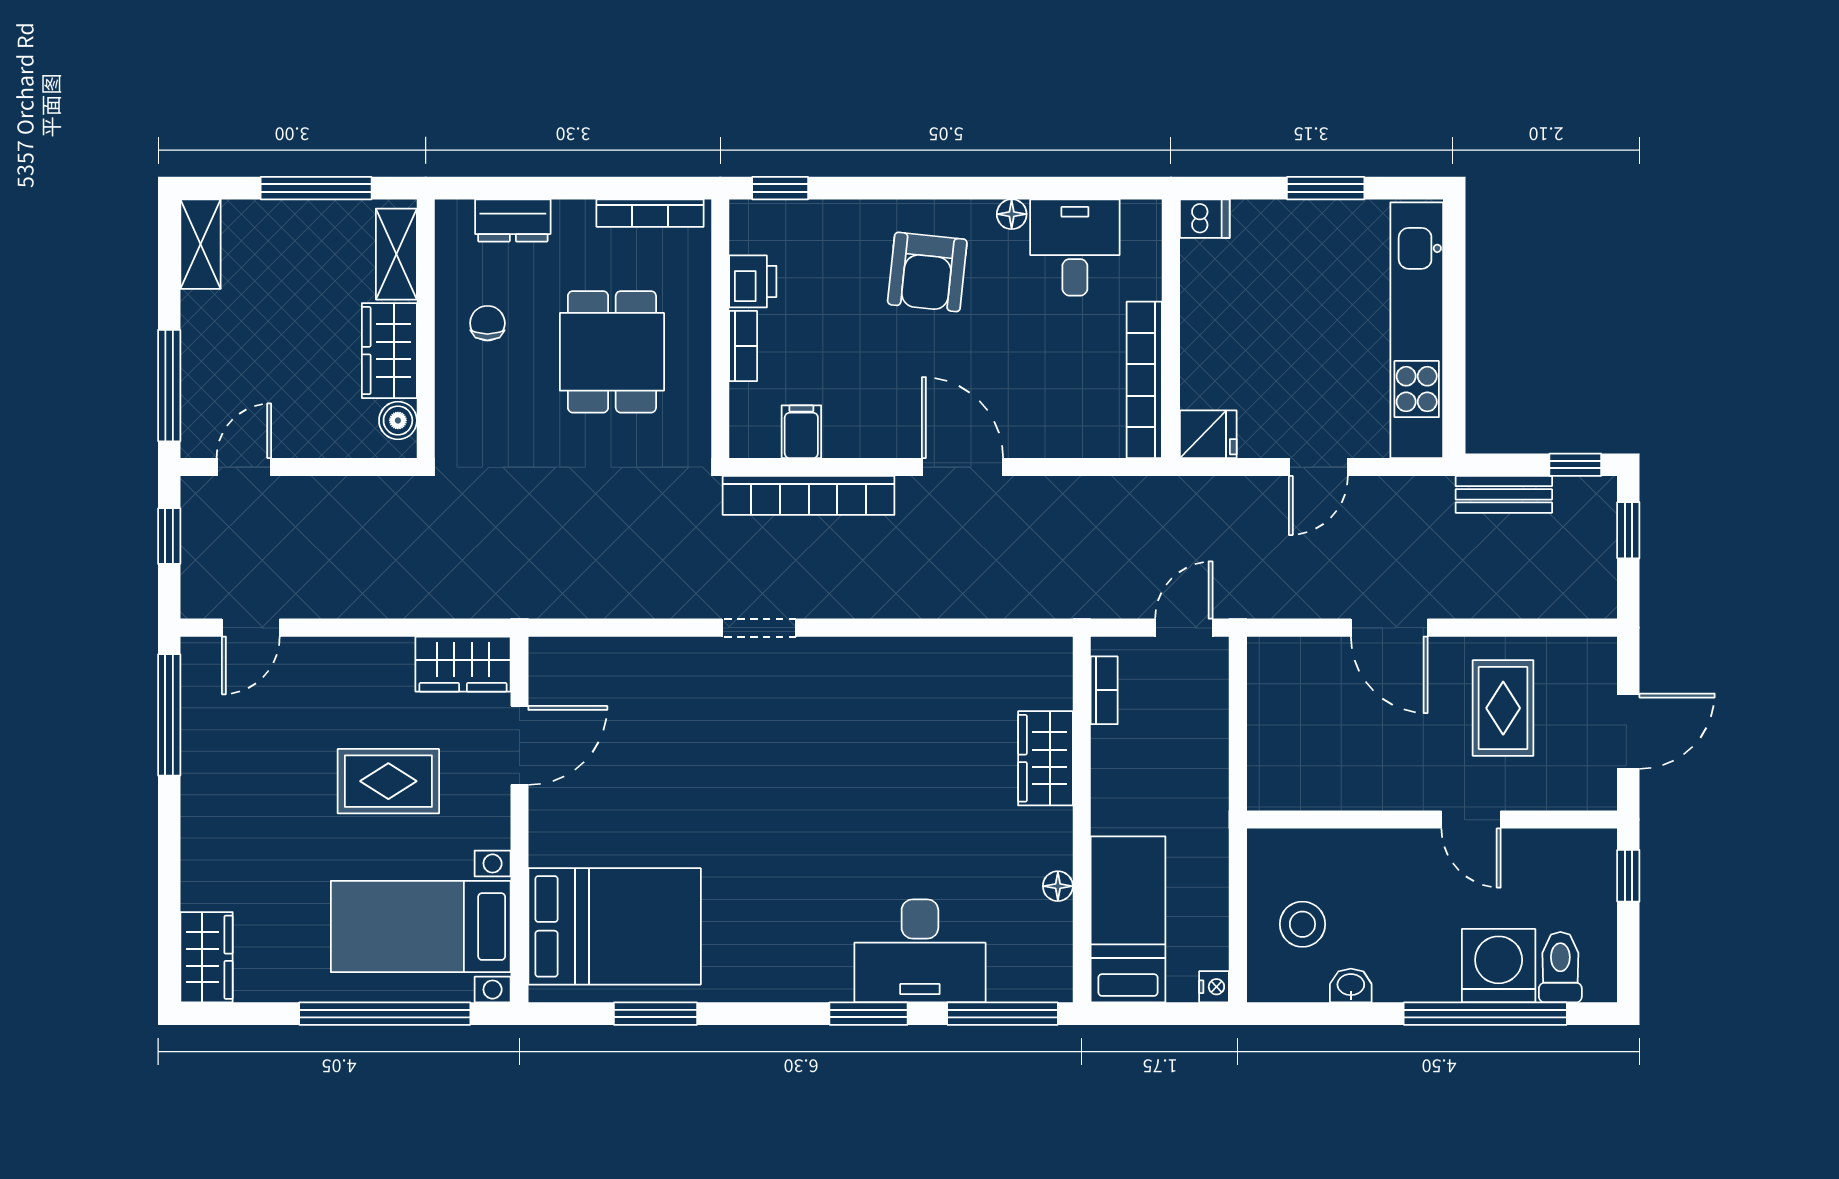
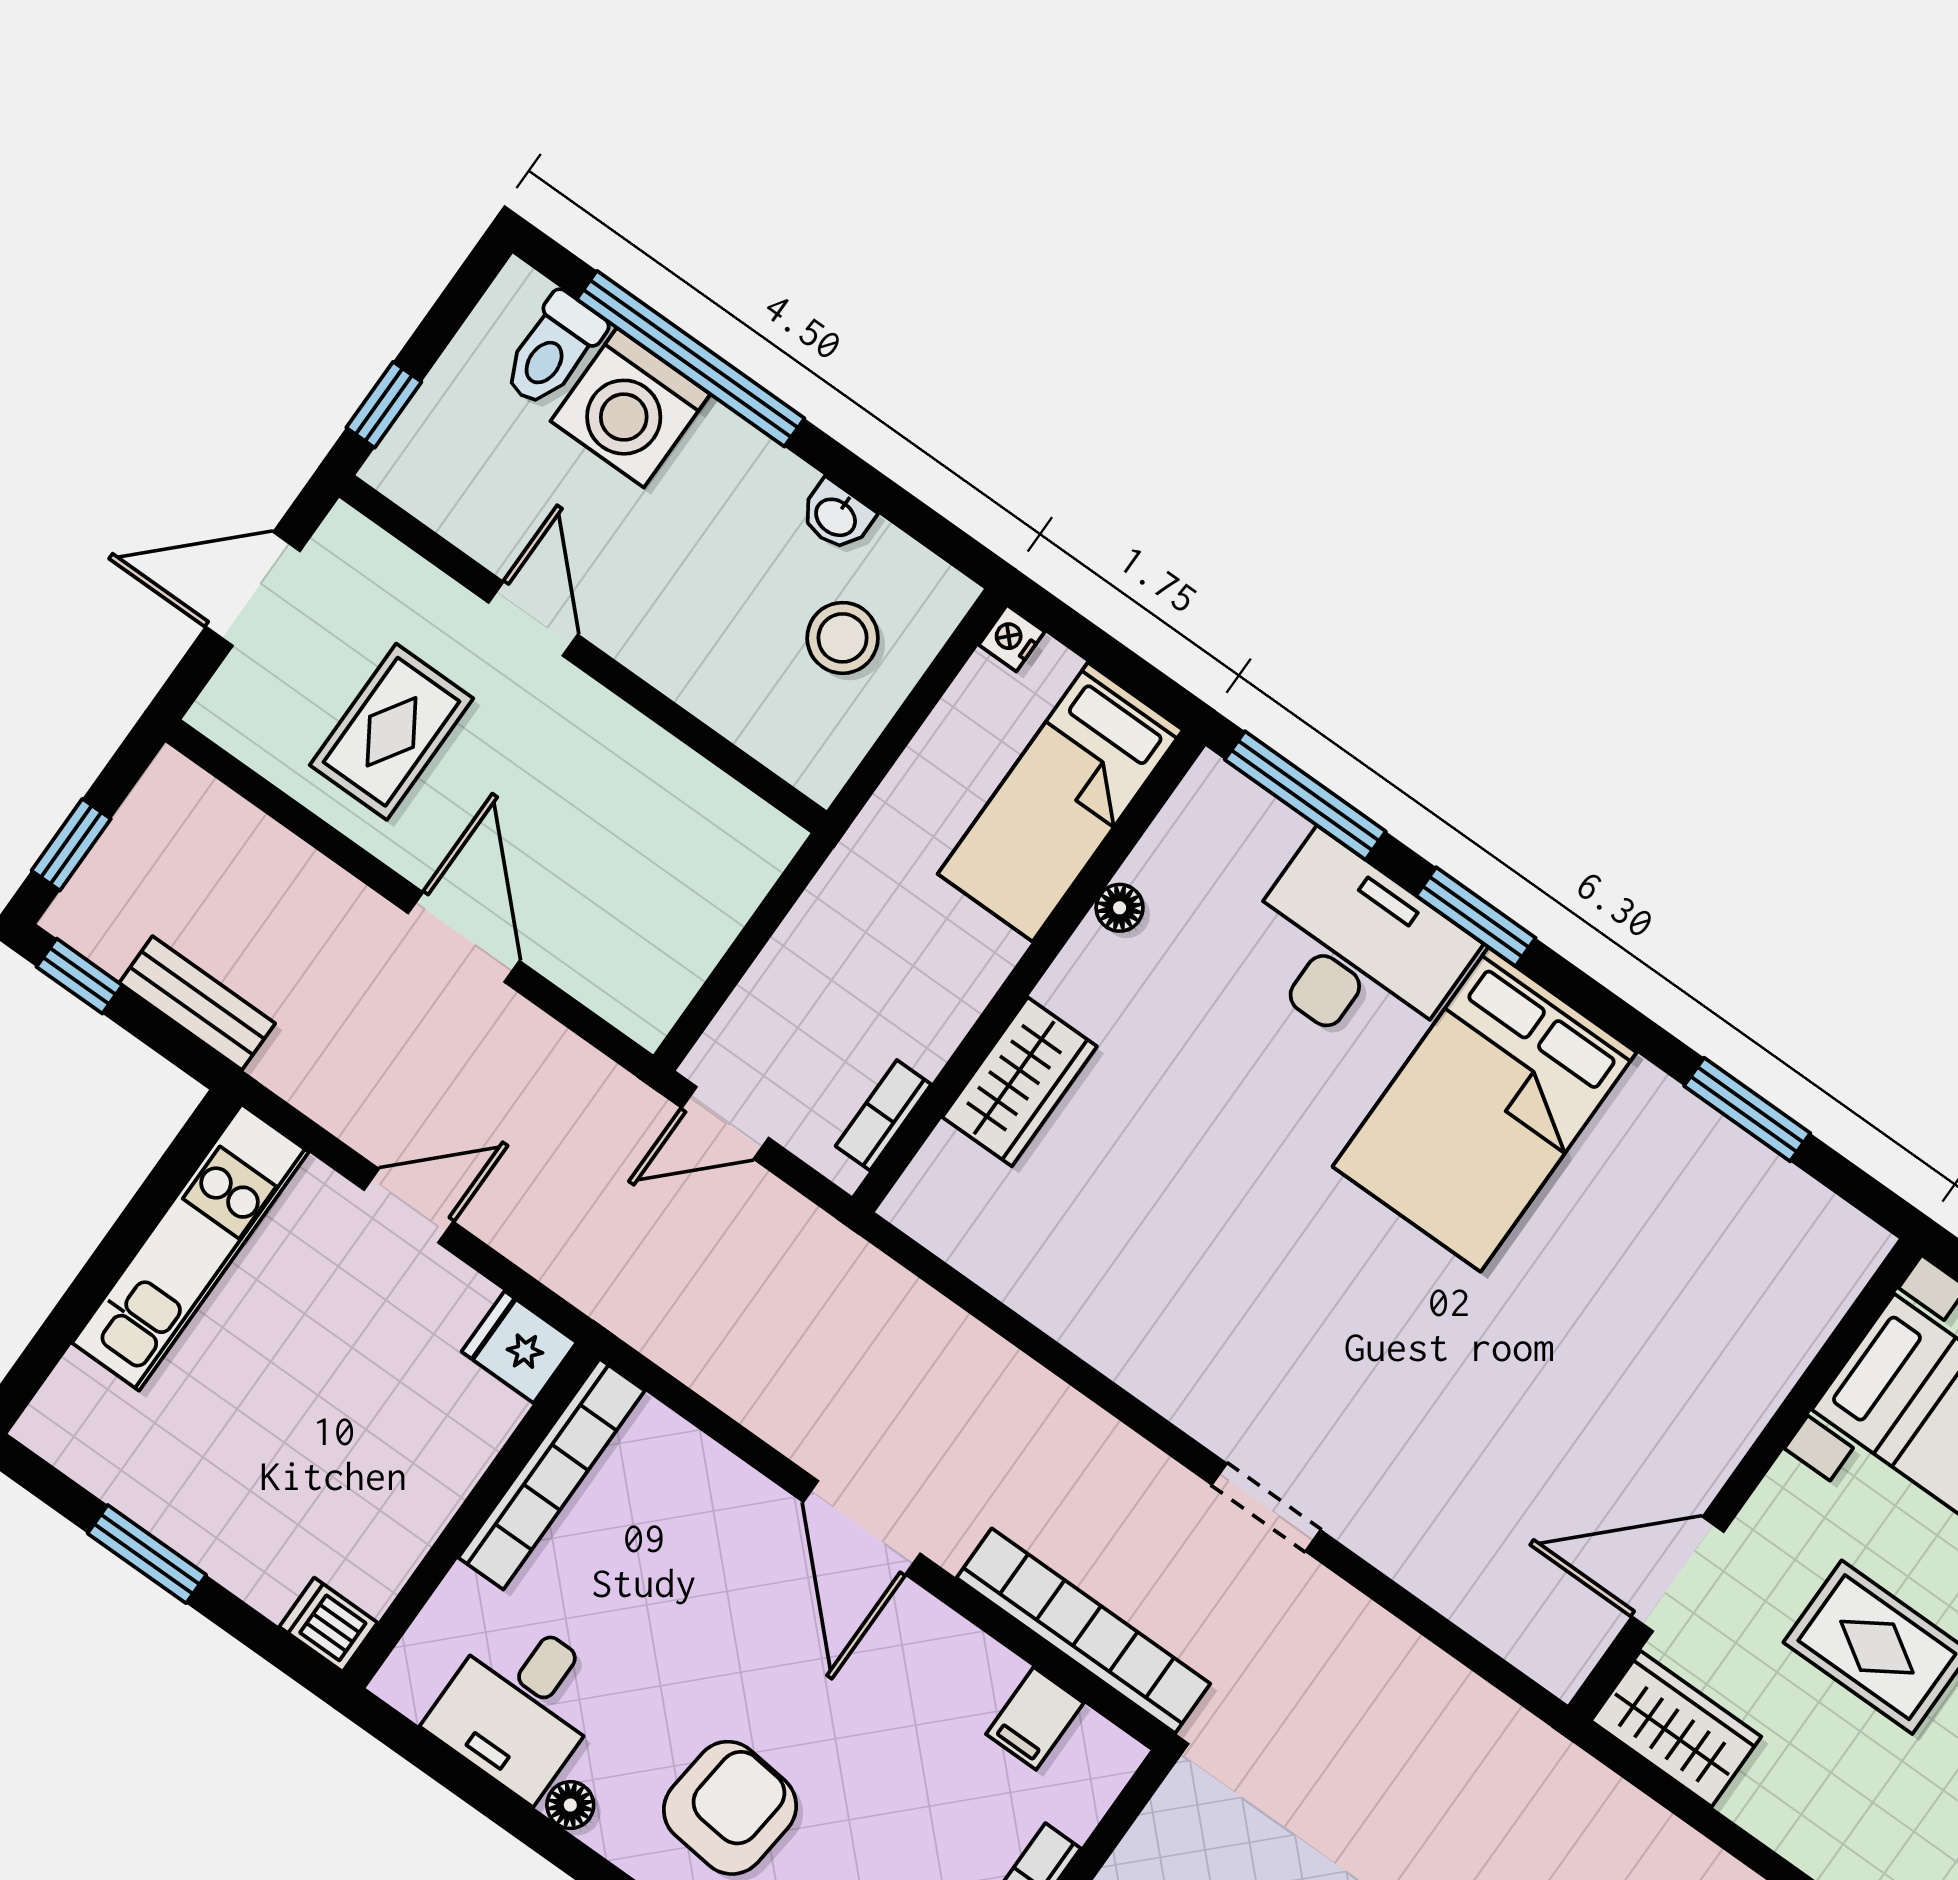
kitchen unit: (1417, 330) -> (190, 1247), width x0.73
bed: (615, 926) -> (1485, 1109), moved, turned -90

